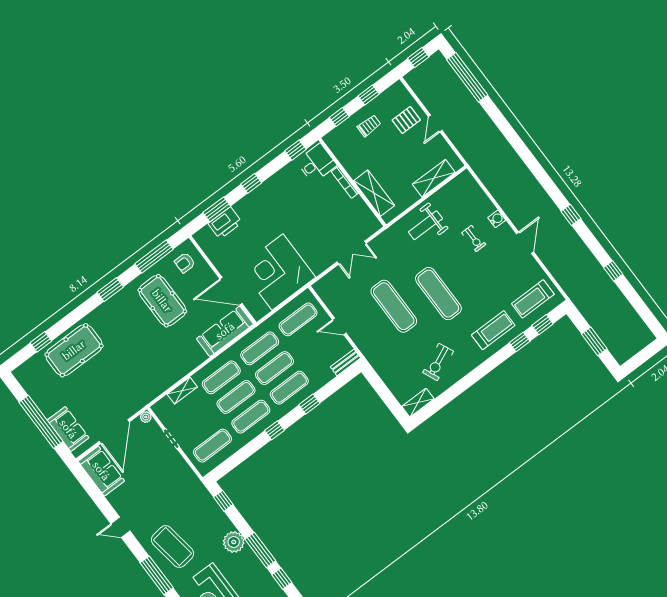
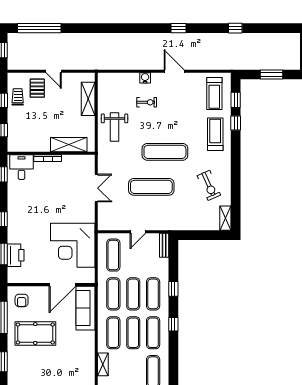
trolley: (369, 126) -> (18, 97), moved

